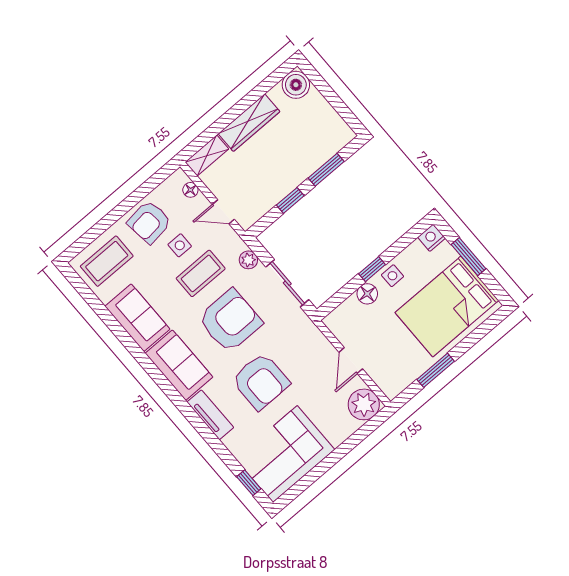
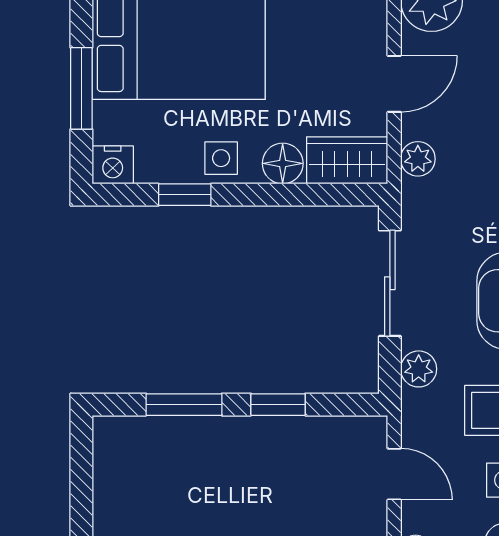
window: (372, 269) -> (185, 195), moved
wardrobe: (344, 316) -> (347, 160), added
plant: (317, 340) -> (418, 159), added

